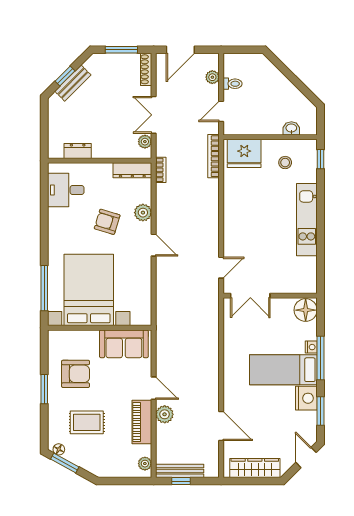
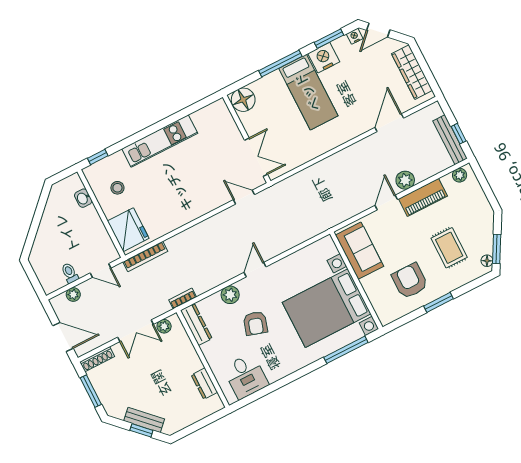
nightstand: (311, 347) -> (355, 36), moved

